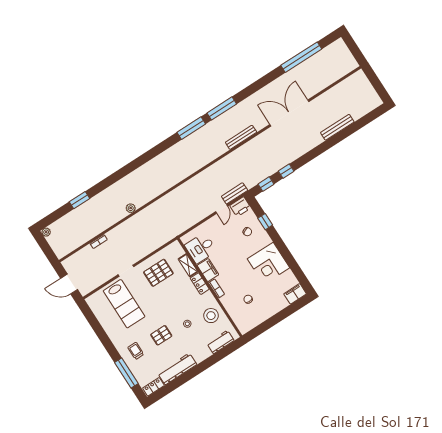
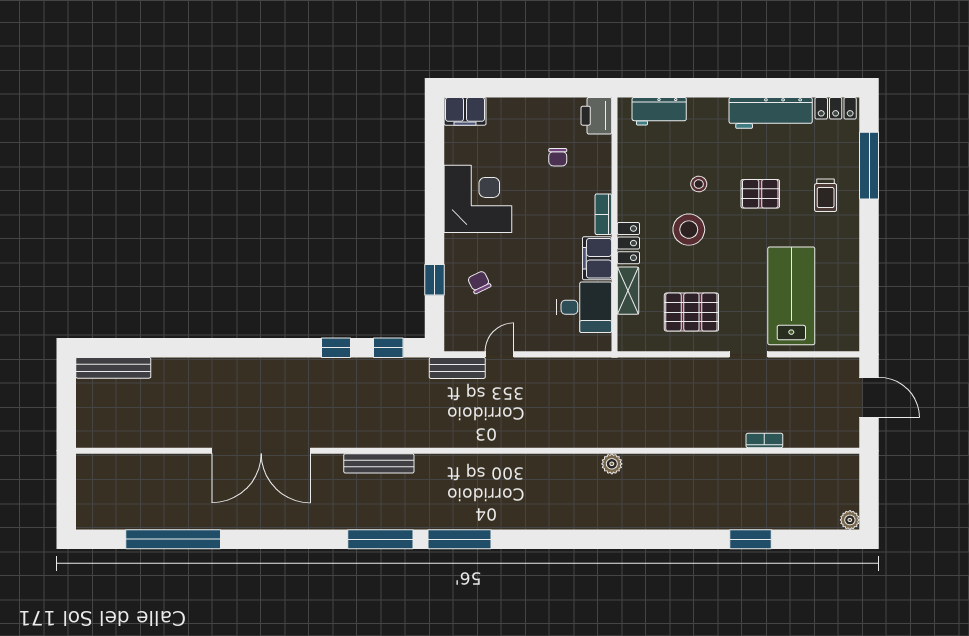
bench: (337, 127) -> (113, 368), moved
printer: (240, 207) -> (596, 116), moved, turned -90
plant: (131, 208) -> (612, 464), moved
stool: (211, 316) -> (689, 230), moved

